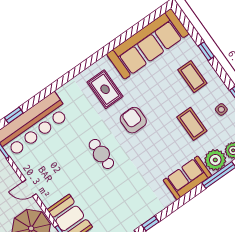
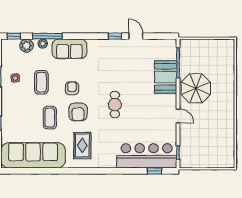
coffee table: (192, 77) -> (50, 118), moved
armchair: (156, 140) -> (72, 88), added
plant: (215, 160) -> (43, 44), width x0.53, depth x0.53

